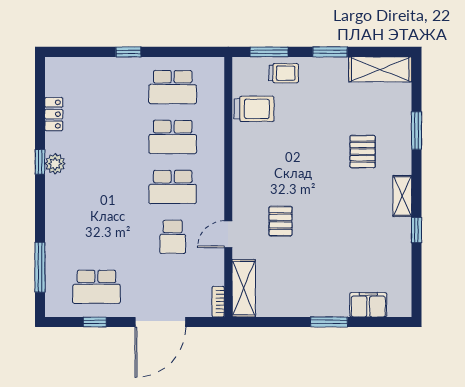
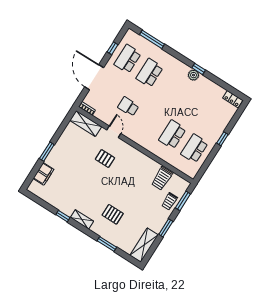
locker: (54, 114) -> (233, 99), moved
school desk: (173, 187) -> (150, 73), moved

